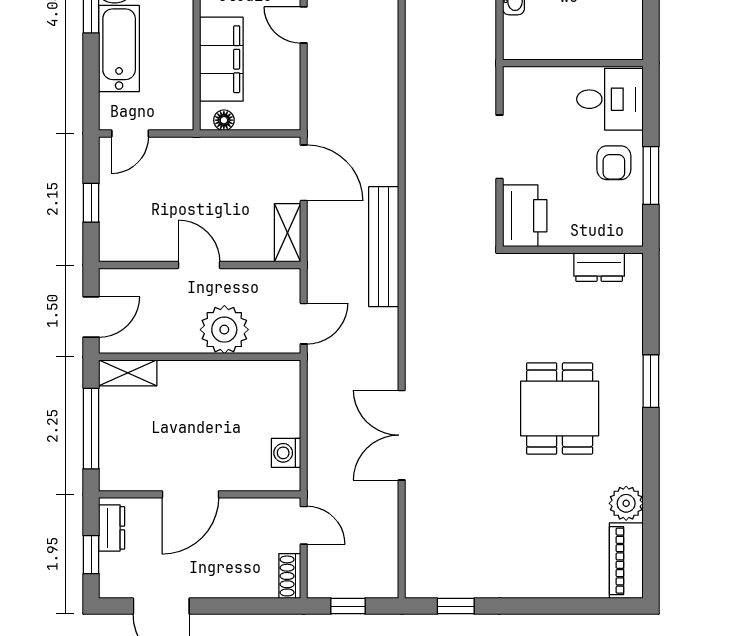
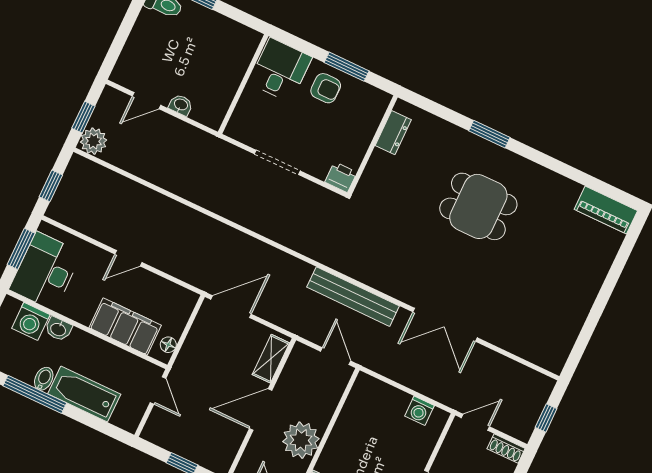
door: (130, 133) -> (158, 390), moved
printer: (525, 216) -> (341, 177), width x0.53, depth x0.68
shelving: (288, 233) -> (271, 359), moved, turned 90
bench: (384, 247) -> (353, 297), moved
door: (199, 265) -> (261, 410), width x1.38
plant: (224, 330) -> (301, 440), moved
plant: (626, 503) -> (566, 191), removed
window: (456, 606) -> (581, 343), removed

